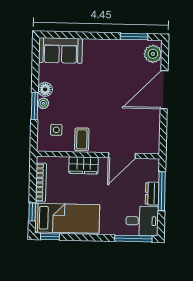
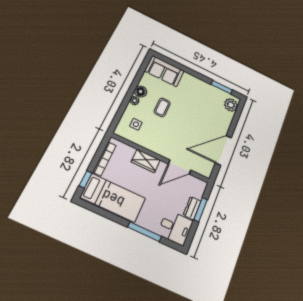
door: (164, 90) -> (223, 150), moved
window: (35, 106) -> (127, 99), removed
coffee table: (82, 139) -> (162, 107), moved
window: (162, 191) -> (201, 210), width x0.69
window: (50, 237) -> (91, 207), removed
window: (133, 239) -> (145, 232), moved

